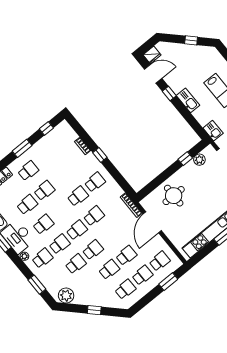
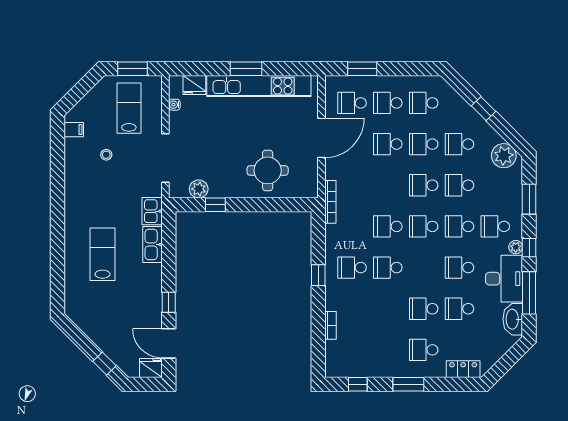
window: (191, 40) -> (105, 364), moved
kitchen sink: (188, 100) -> (152, 244), moved
window: (100, 155) -> (318, 275), moved
door: (152, 222) -> (322, 138), moved
window: (18, 261) -> (529, 248), added
school desk: (92, 284) -> (459, 144), added

